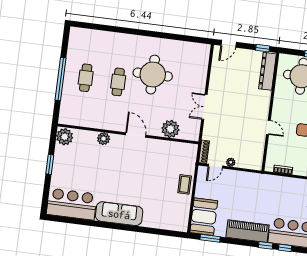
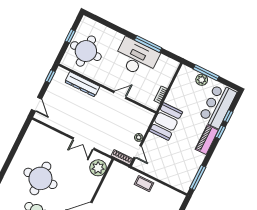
dresser: (267, 71) -> (82, 84), moved
plant: (170, 129) -> (98, 168), moved
booth: (204, 217) -> (166, 121), moved, turned 90
piano: (248, 231) -> (207, 140), width x0.73, depth x0.75
window: (210, 238) -> (198, 178), width x1.44

